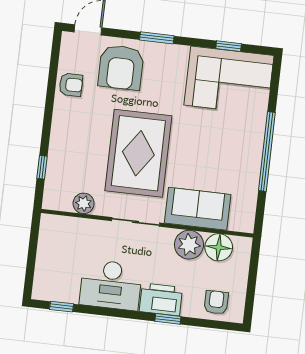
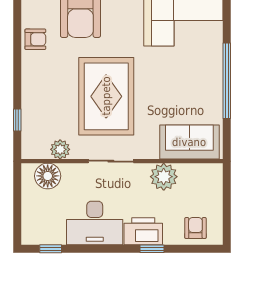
sofa: (198, 209) -> (189, 142), moved
floor lamp: (219, 247) -> (48, 176), moved

